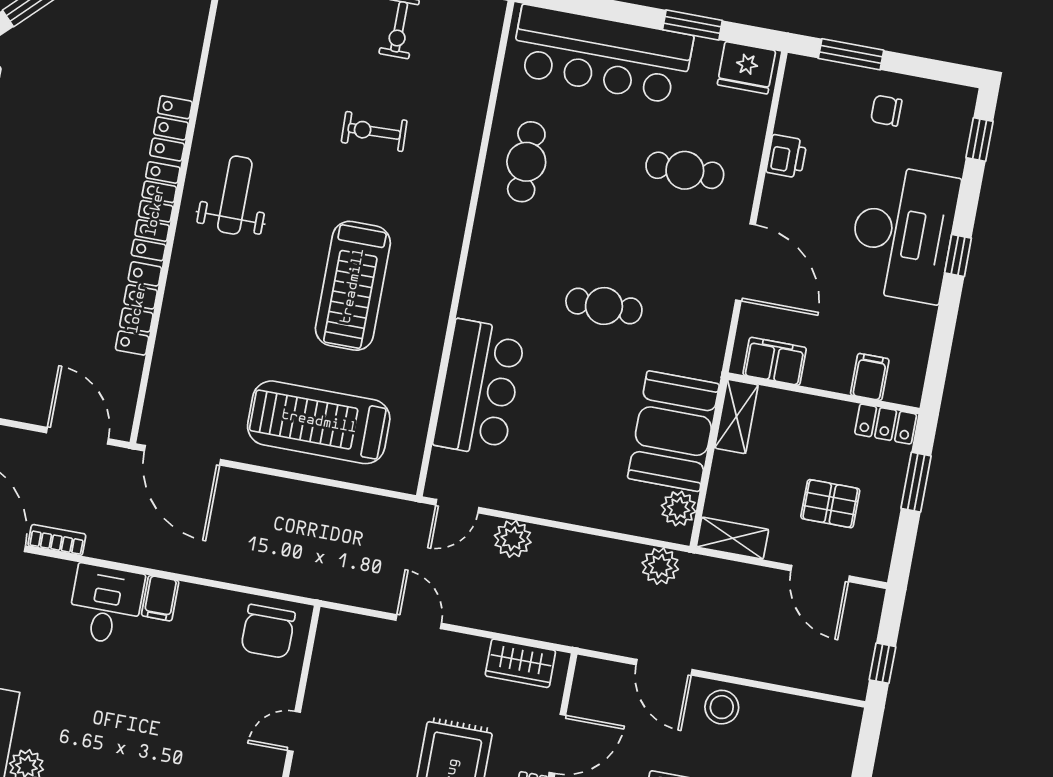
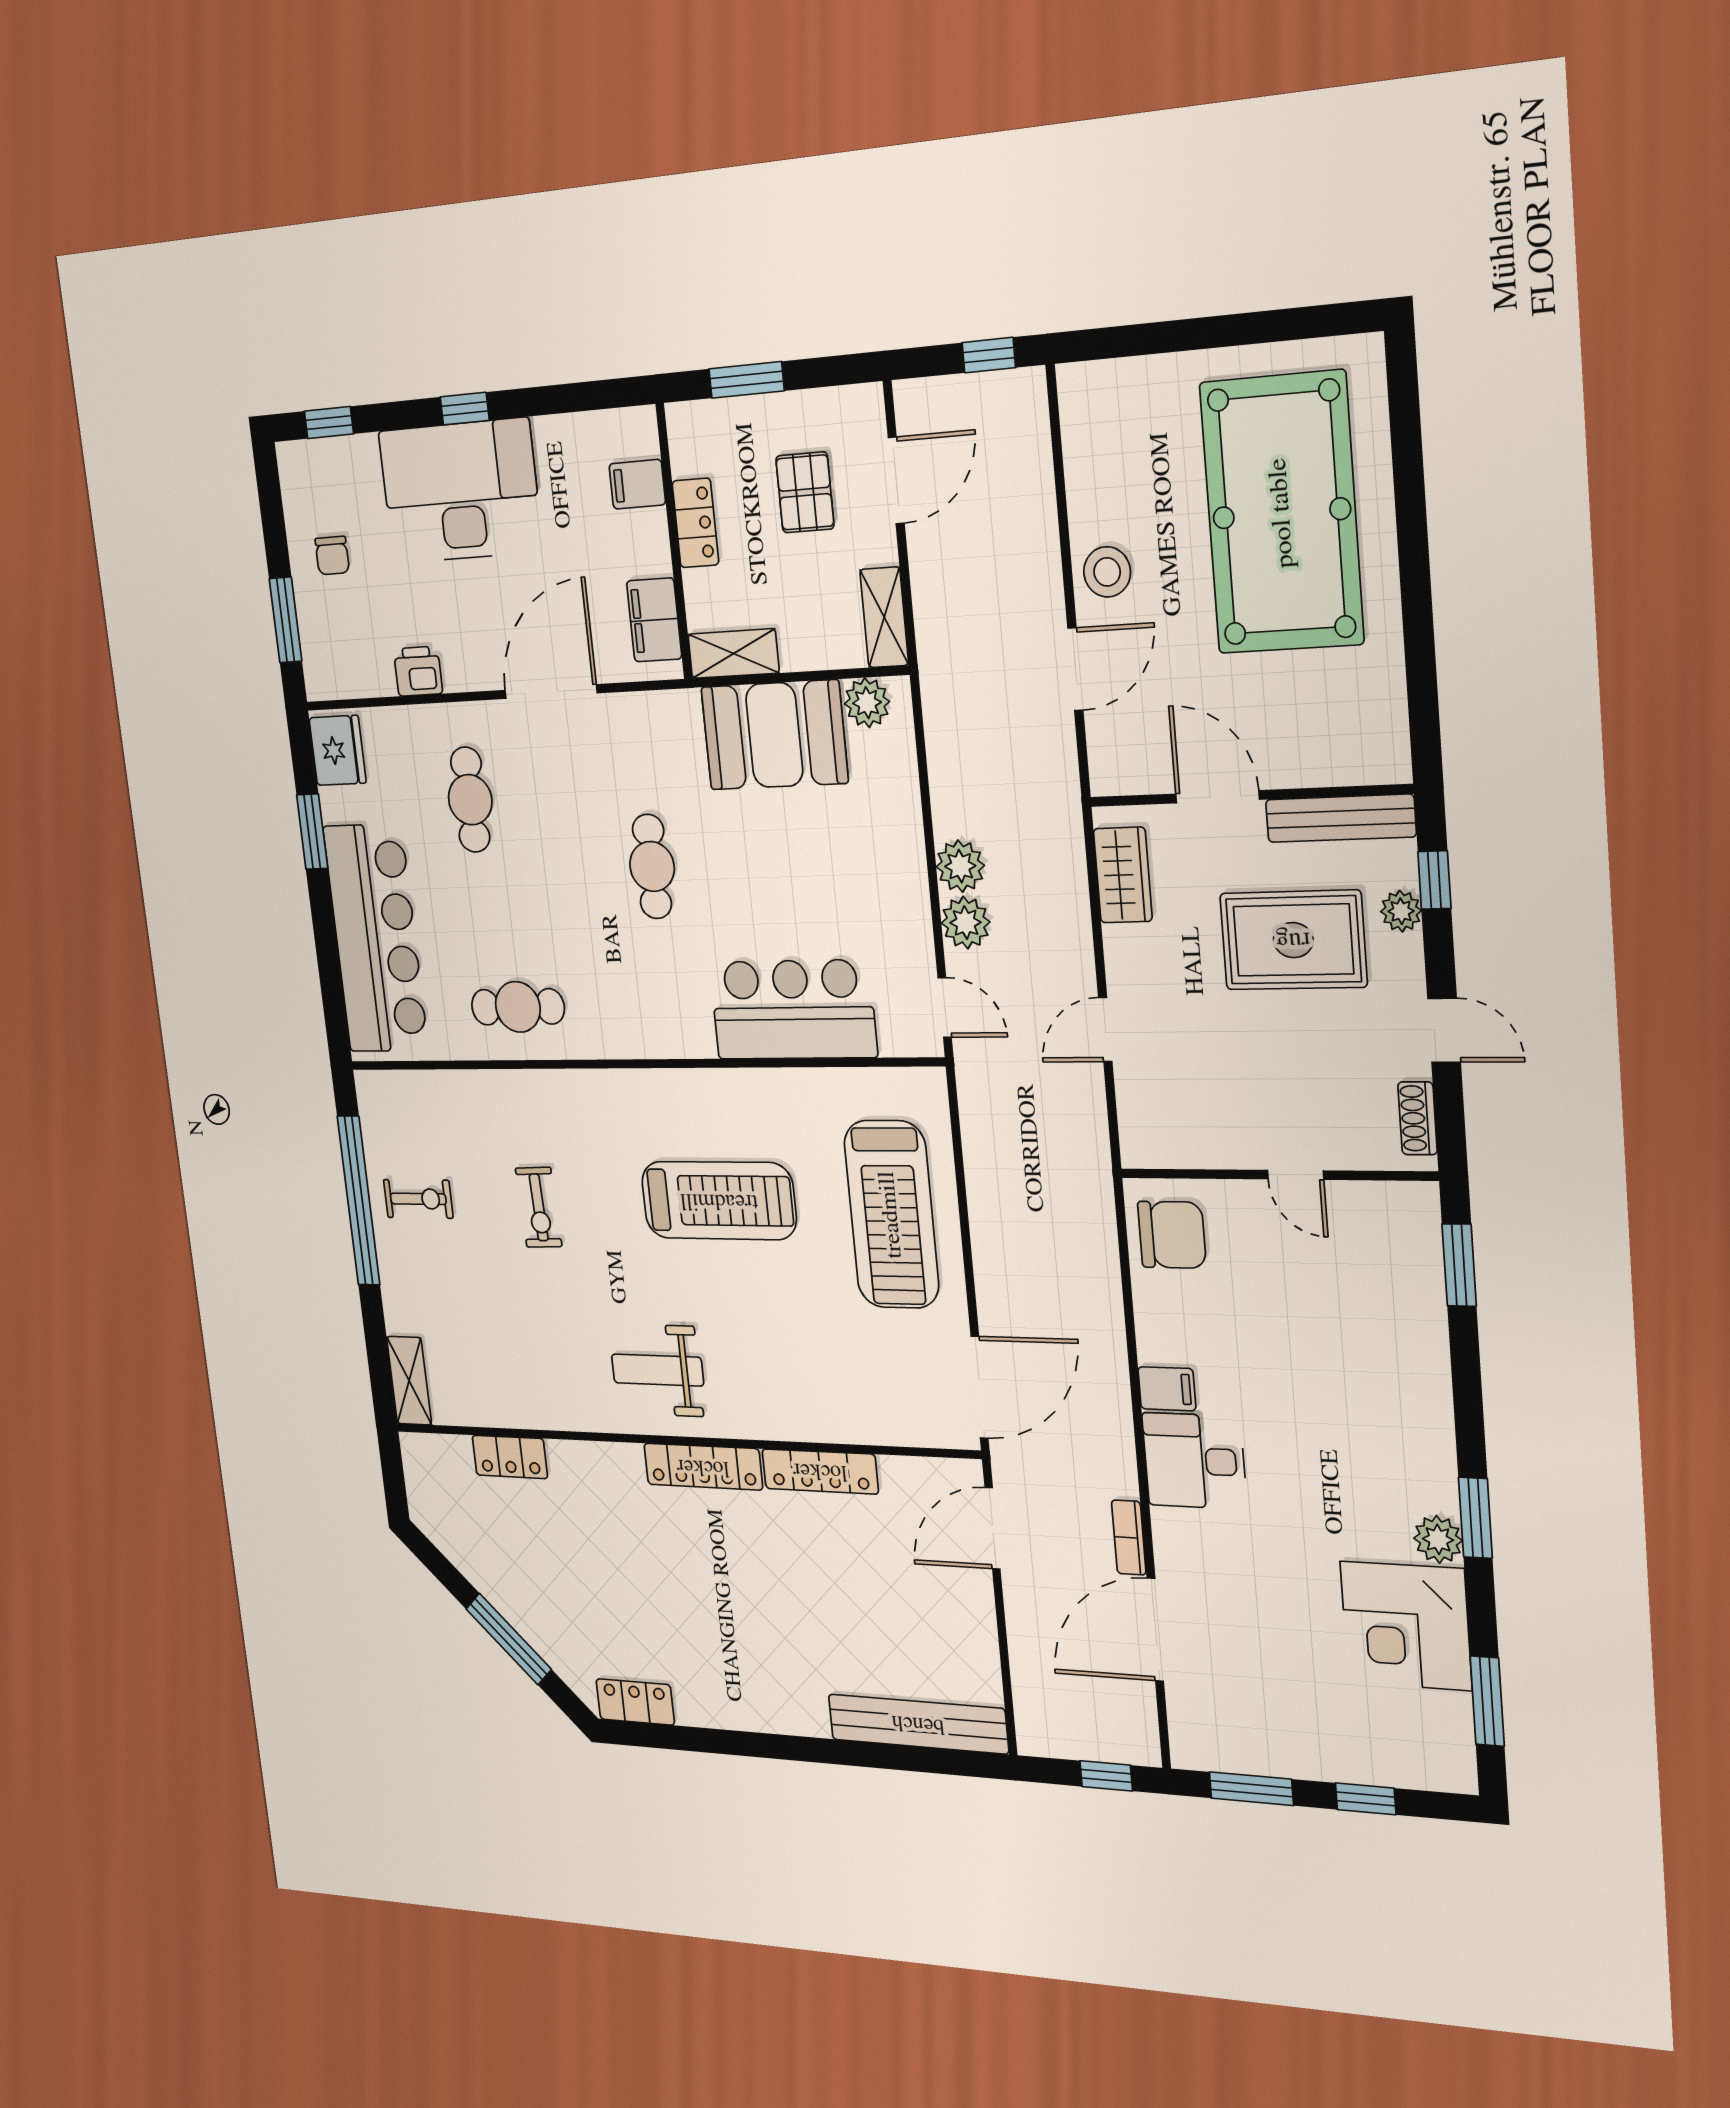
locker: (171, 128) -> (510, 1457), moved
locker: (886, 424) -> (695, 523), moved
plant: (660, 566) -> (960, 866), moved

